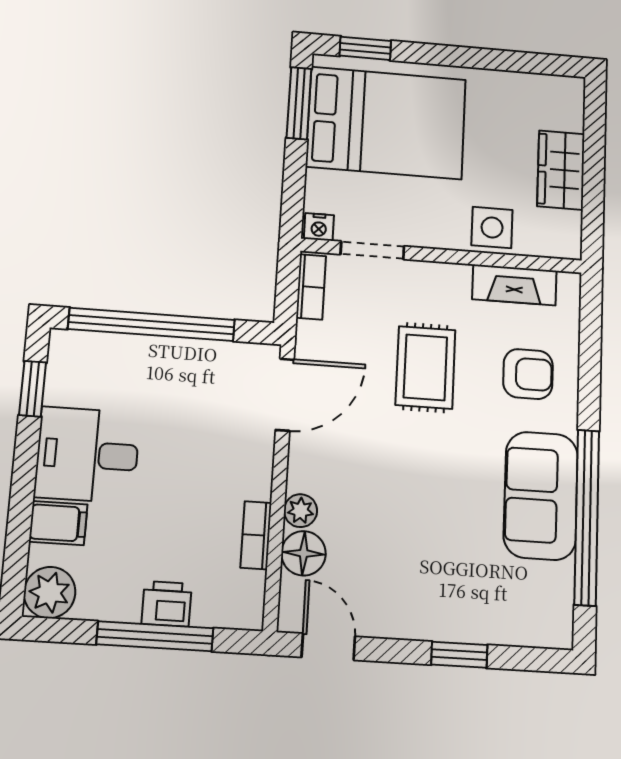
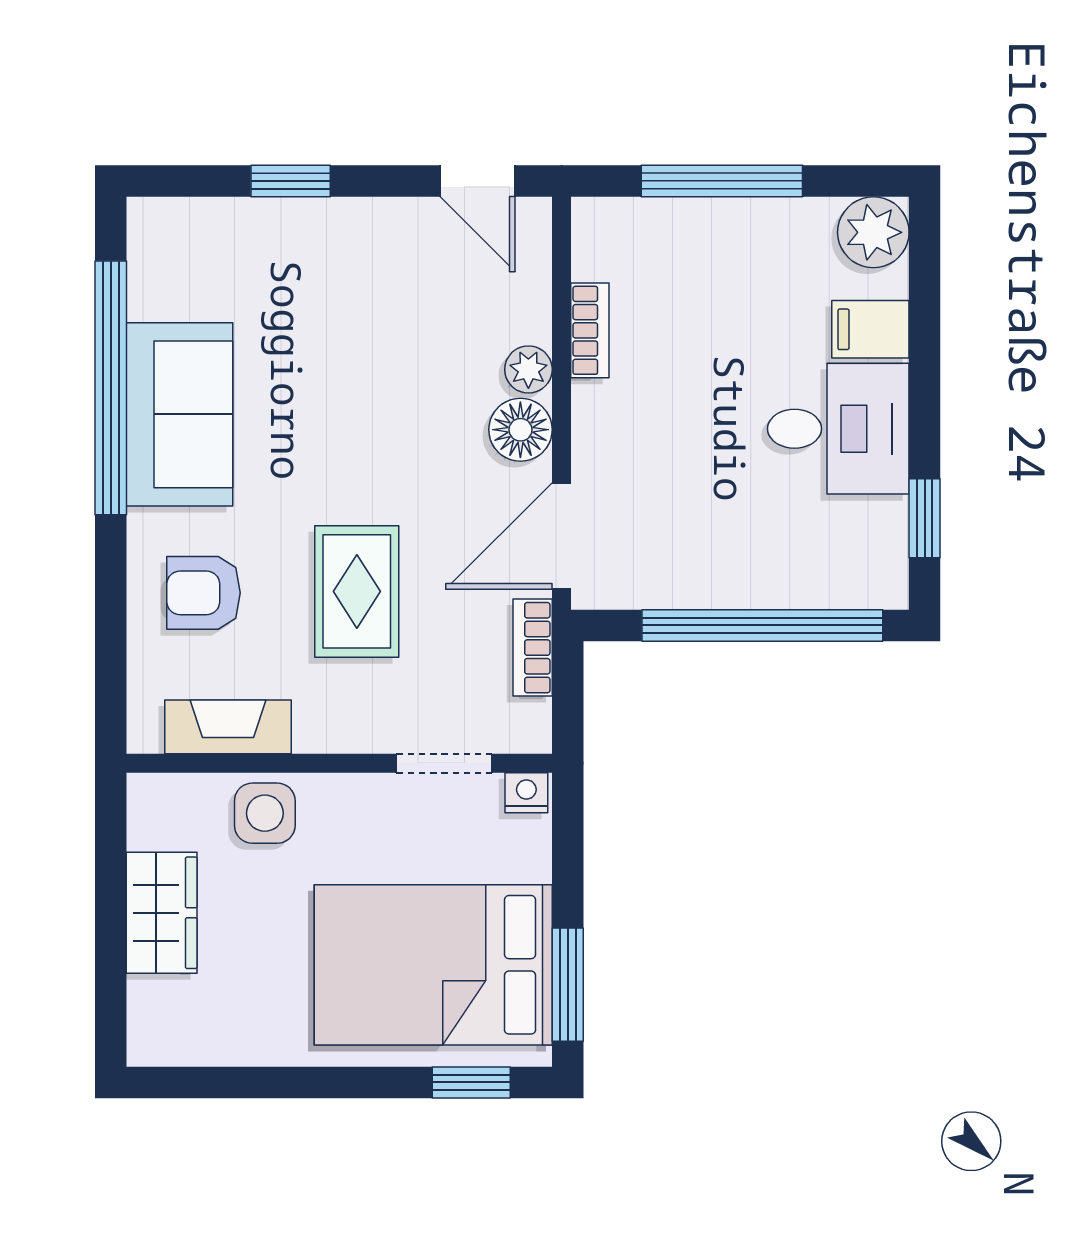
bookcase: (311, 287) -> (533, 648), moved
floor lamp: (304, 553) -> (520, 430), moved
printer: (167, 604) -> (709, 227), removed

